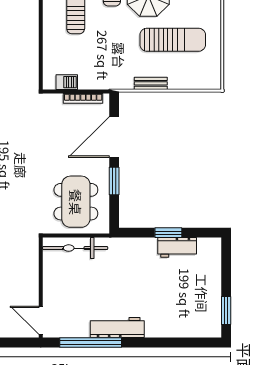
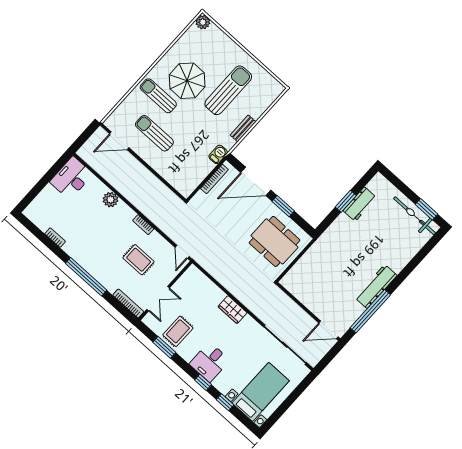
barbecue: (67, 82) -> (218, 154), moved
door: (114, 137) -> (256, 181), hinge flipped
bicycle: (75, 248) -> (415, 216), moved, turned 90

